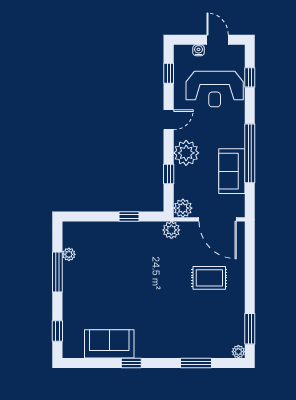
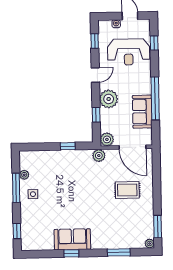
side table: (80, 281) -> (33, 194), added
sofa: (109, 344) -> (72, 239), moved

